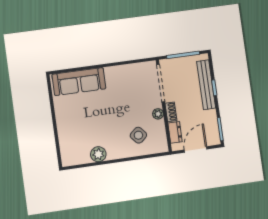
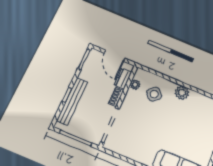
plant: (158, 114) -> (135, 85), moved
door: (196, 149) -> (115, 56), hinge flipped
plant: (98, 154) -> (182, 93), moved

